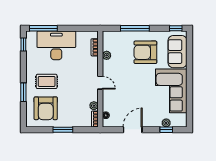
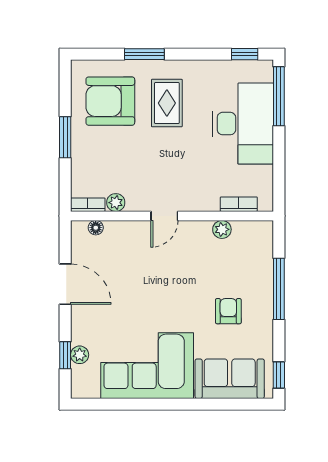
armchair: (145, 52) -> (228, 311), width x0.53, depth x0.53

